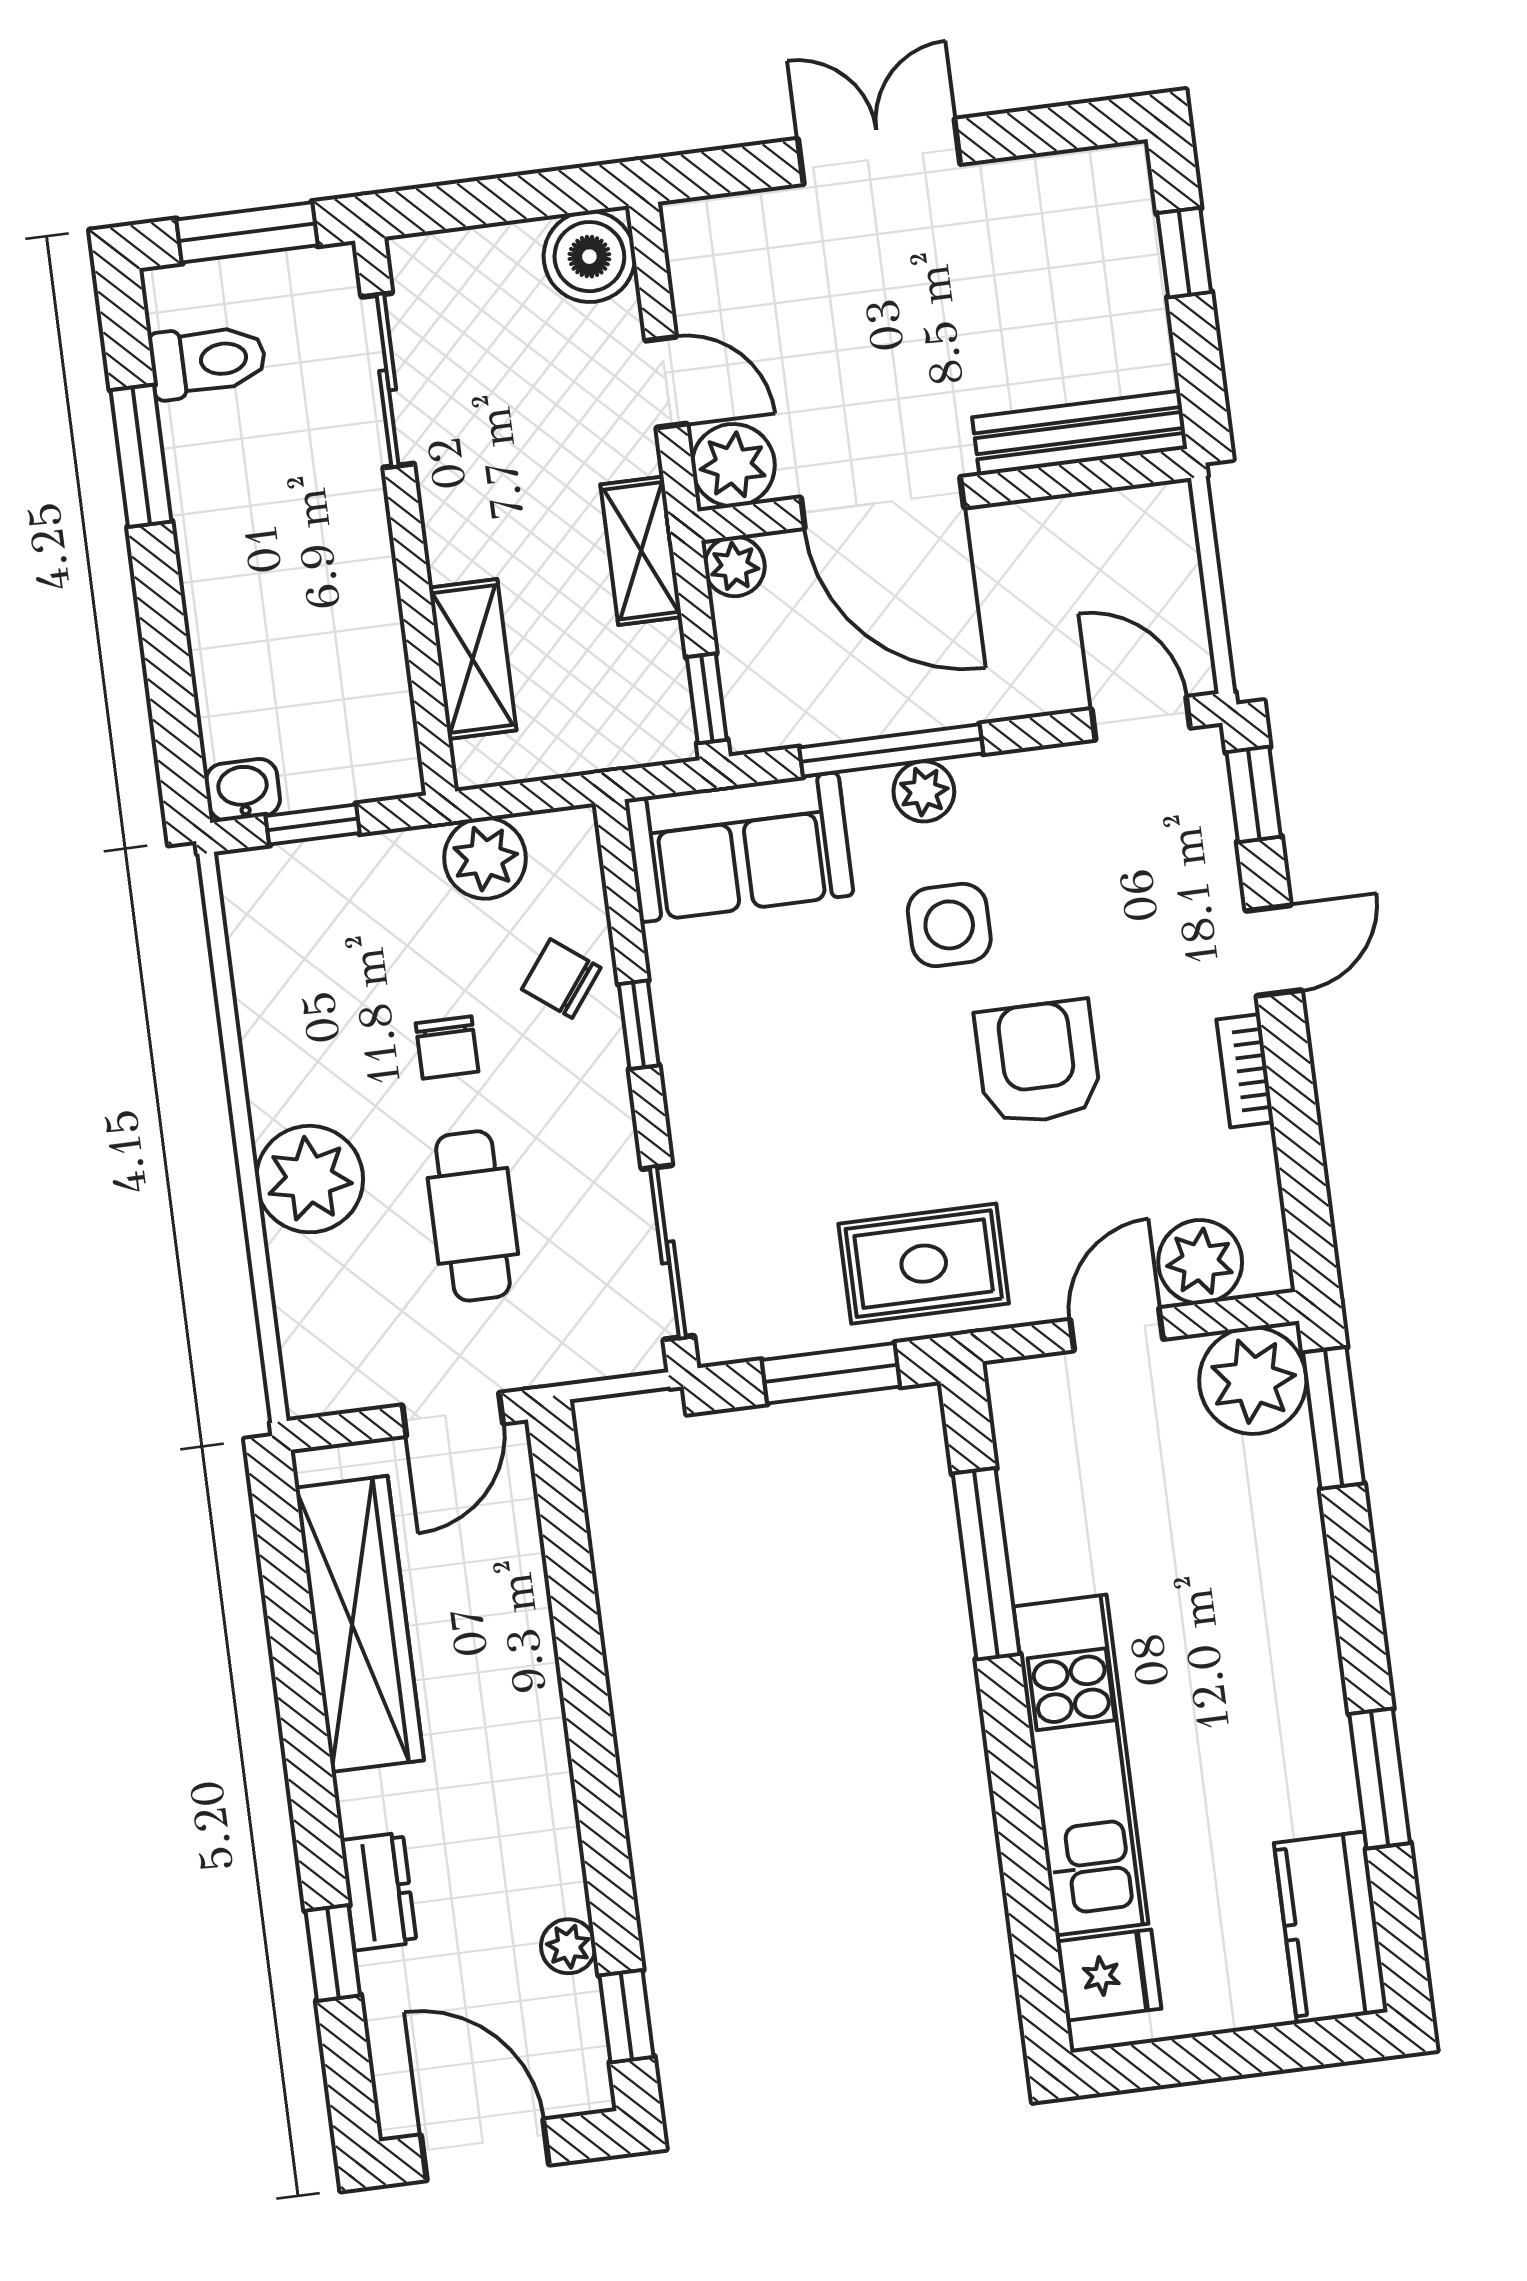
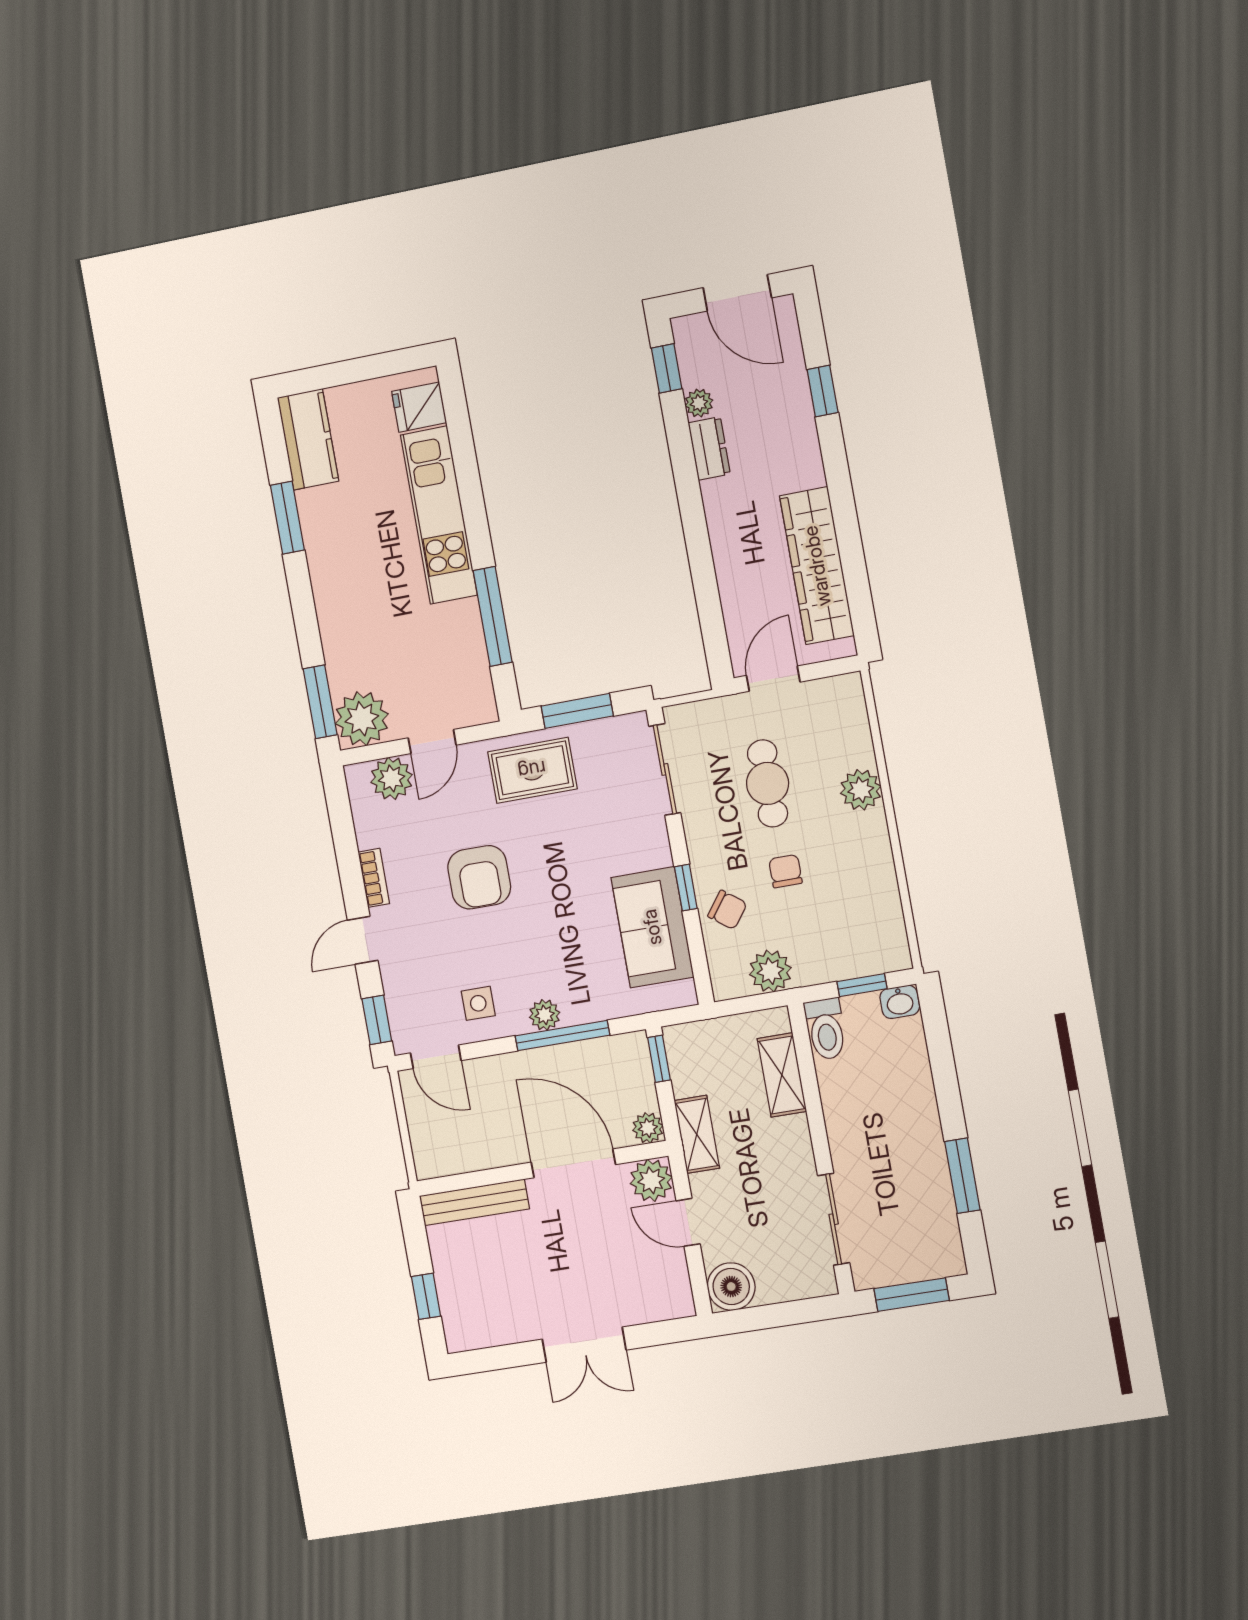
toilet: (208, 361) -> (826, 1029), moved, turned -90
sofa: (739, 847) -> (652, 927), moved, turned -90
side table: (949, 925) -> (478, 1003), moved, width x0.73, depth x0.73
plant: (310, 1179) -> (861, 790), width x0.73, depth x0.73
dresser: (379, 1892) -> (709, 448), moved, turned 180

